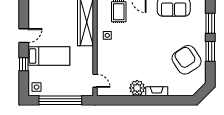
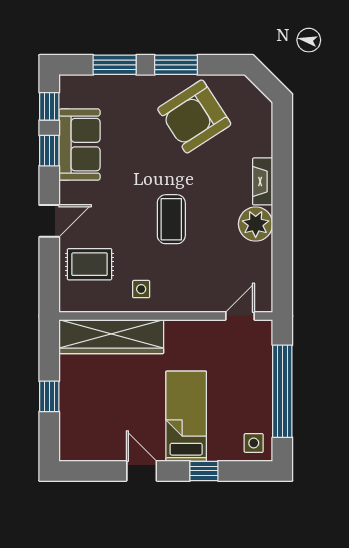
coffee table: (139, 49) -> (171, 219), added

